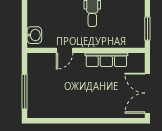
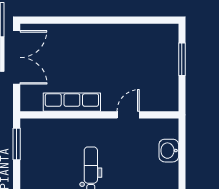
washbasin: (34, 35) -> (169, 151), moved
window: (25, 92) -> (182, 59), width x0.69

